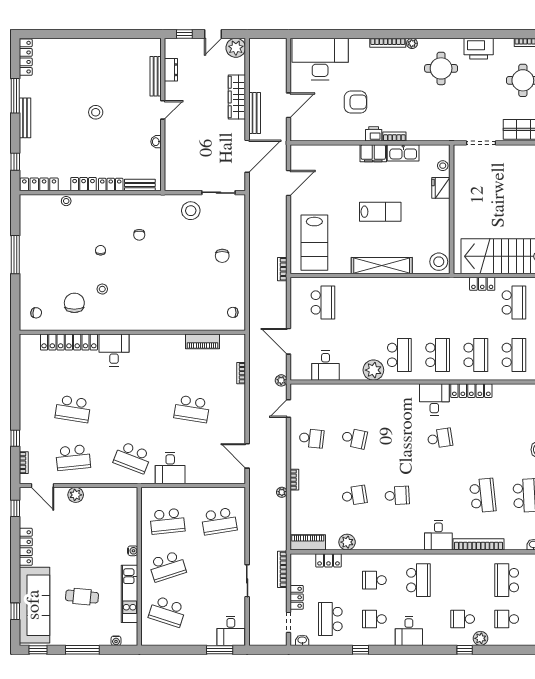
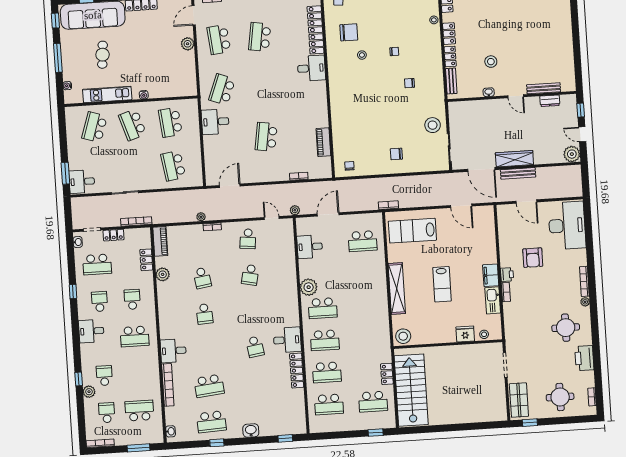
wardrobe: (237, 97) -> (514, 159), moved
stool: (96, 112) -> (491, 62), moved
school desk: (330, 619) -> (97, 264), turned 180

